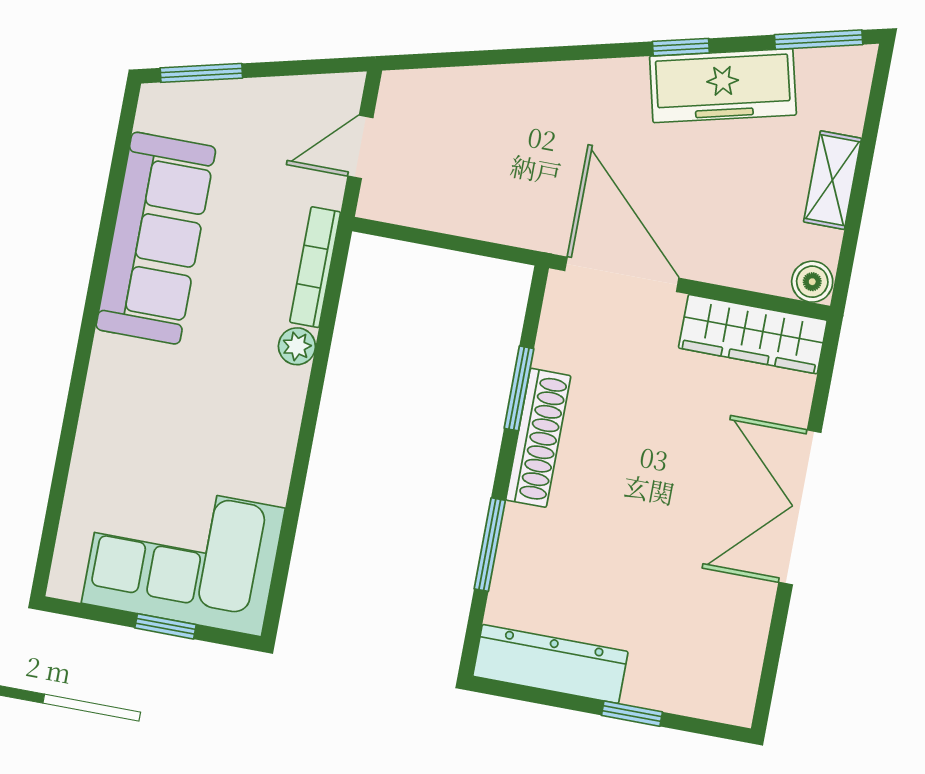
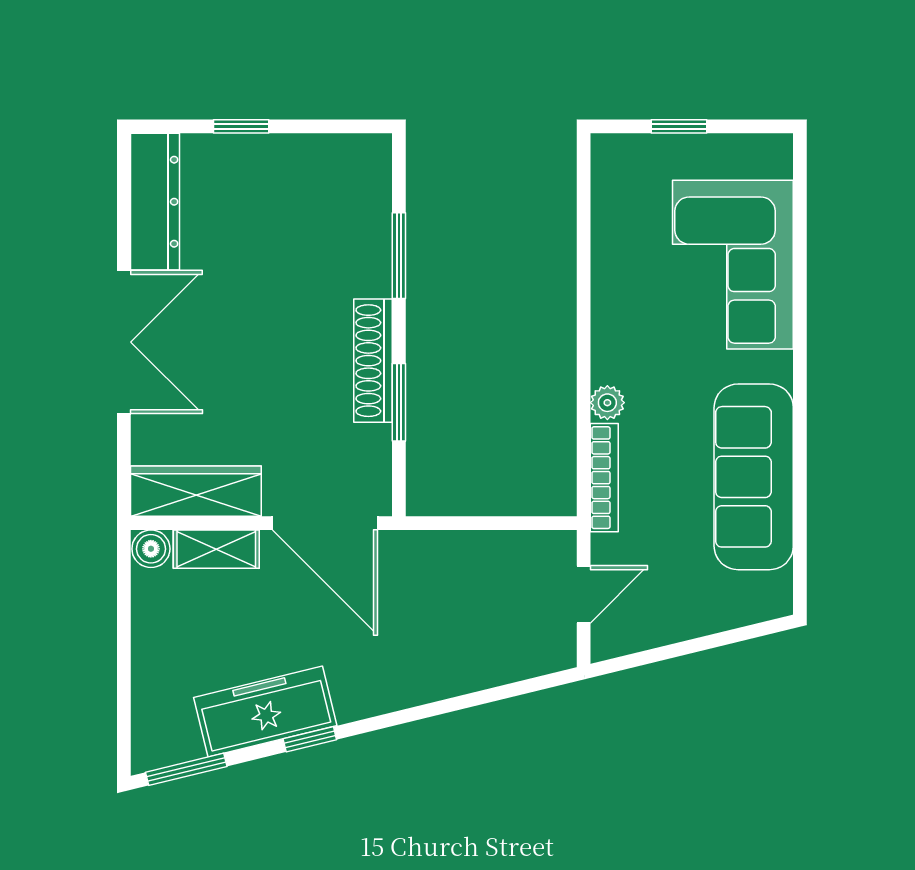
window: (201, 73) -> (740, 634), removed
shelving: (832, 180) -> (216, 549), moved, turned 90
corner sofa: (183, 556) -> (733, 265), moved, turned 90
dresser: (550, 664) -> (155, 202), moved, turned -90

